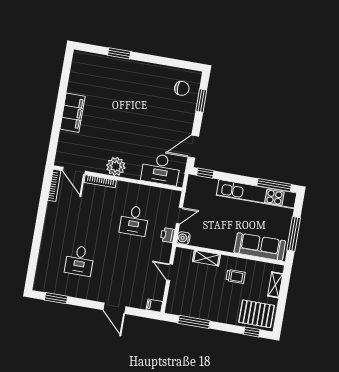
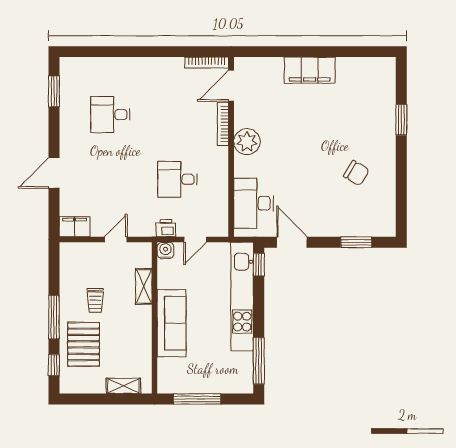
chair: (182, 88) -> (356, 173), moved, turned -59
kitchen unit: (257, 194) -> (242, 297), moved
door: (179, 215) -> (195, 240), hinge flipped
sofa: (260, 247) -> (172, 323), moved
trolley: (236, 276) -> (95, 301), moved
filing cabinet: (154, 306) -> (75, 227), width x2.00
pallet: (256, 314) -> (84, 344), moved
window: (194, 322) -> (54, 317), moved

